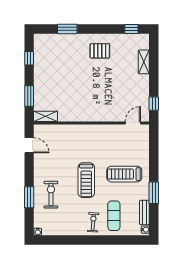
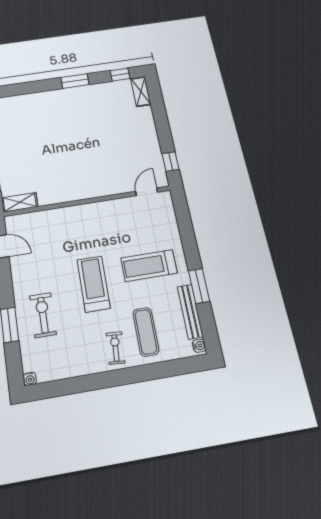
window: (67, 29) -> (75, 81), moved
pallet: (100, 51) -> (83, 107), removed
shelving: (144, 62) -> (141, 91), moved
treadmill: (86, 180) -> (94, 284), turned 180
bench: (144, 212) -> (190, 312), width x1.36

